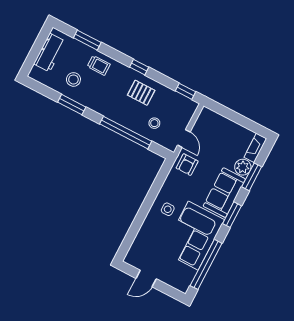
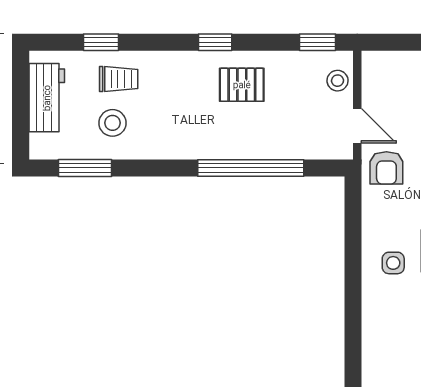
window: (87, 40) -> (101, 42), width x0.67
trolley: (99, 65) -> (119, 79), moved
window: (72, 105) -> (85, 168), moved
stool: (154, 123) -> (338, 81), moved

